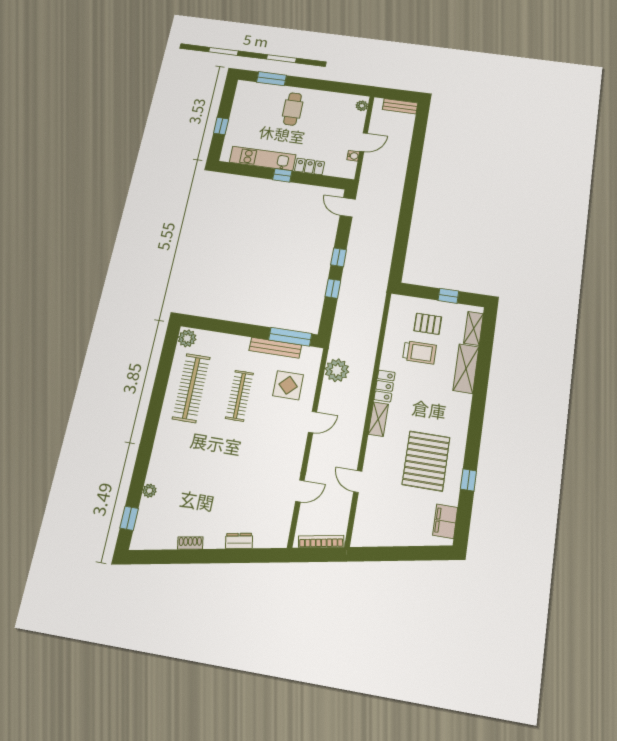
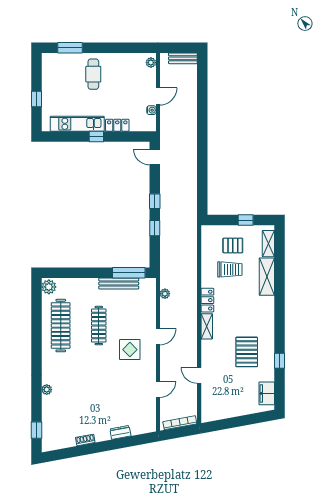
plant: (337, 370) -> (165, 294), width x0.53, depth x0.53
display table: (288, 385) -> (130, 350), moved
pallet: (426, 461) -> (247, 352), width x0.73, depth x0.71
plant: (149, 491) -> (47, 390), moved

